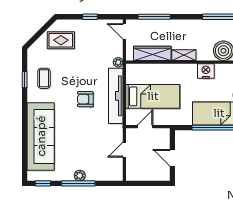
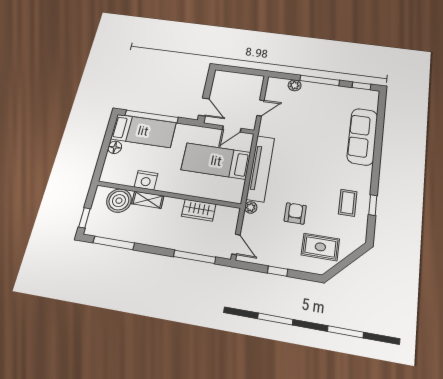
wardrobe: (152, 53) -> (199, 210), width x0.67
shelving: (184, 55) -> (148, 200), moved
armchair: (85, 99) -> (295, 213), moved, turned -90
sofa: (41, 136) -> (362, 137), width x0.74, depth x0.79
door: (172, 158) -> (204, 107), moved
plant: (80, 175) -> (295, 85), moved

